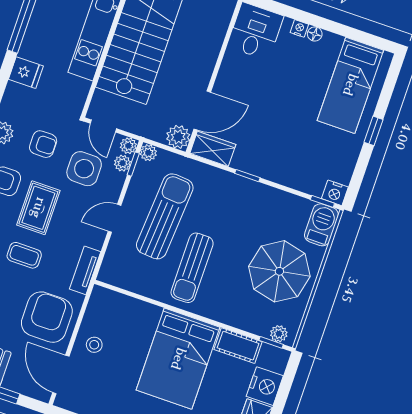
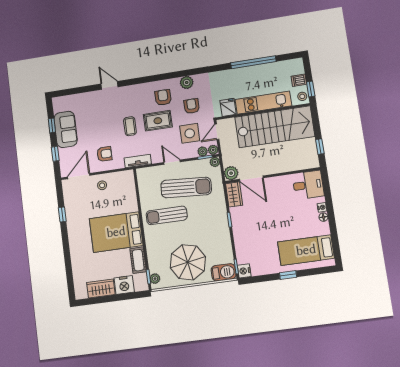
fridge: (26, 73) -> (228, 107), moved, turned 180
armchair: (43, 144) -> (192, 106), turned 180
armchair: (47, 317) -> (104, 154), width x0.53, depth x0.53

